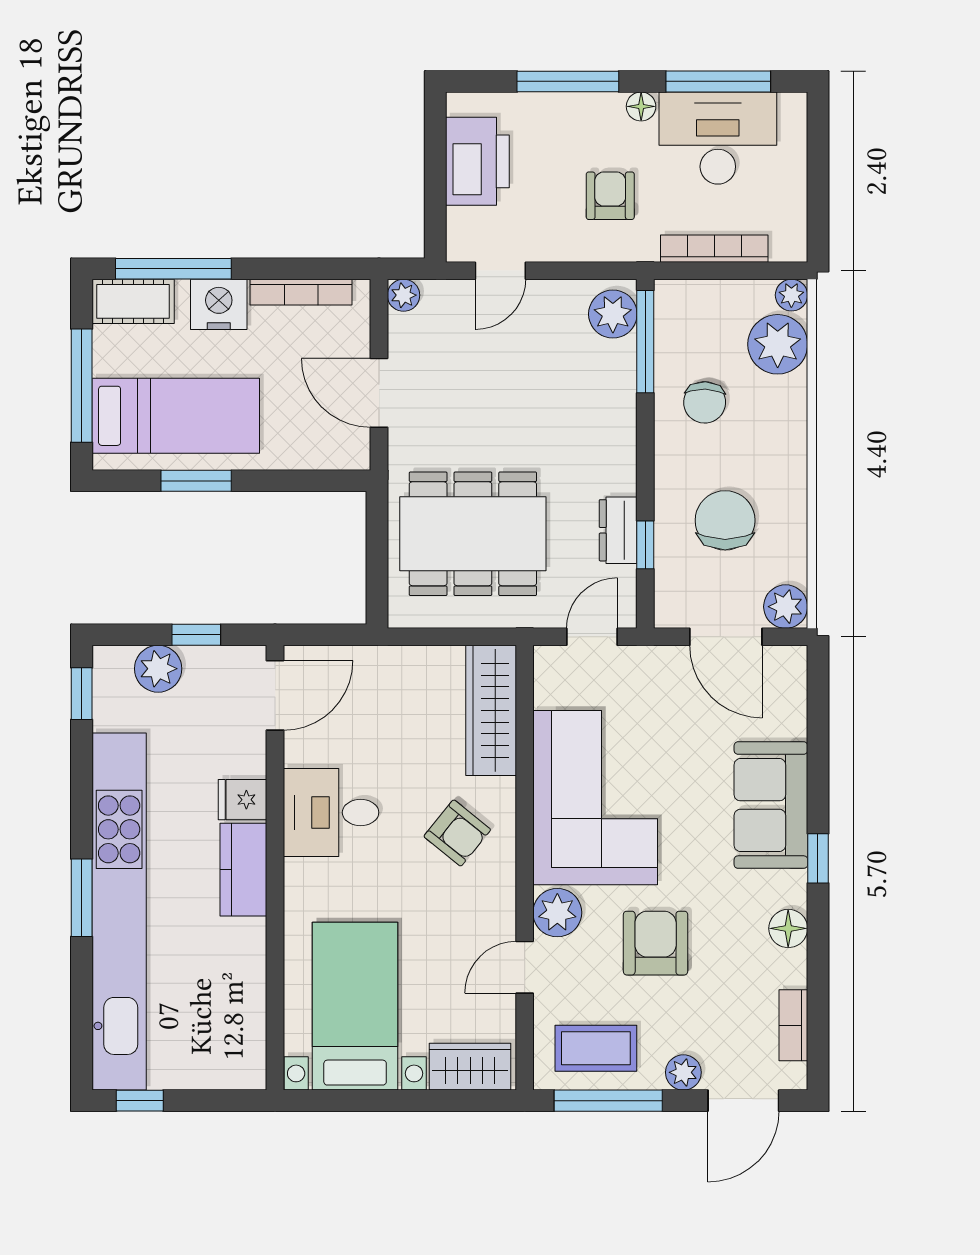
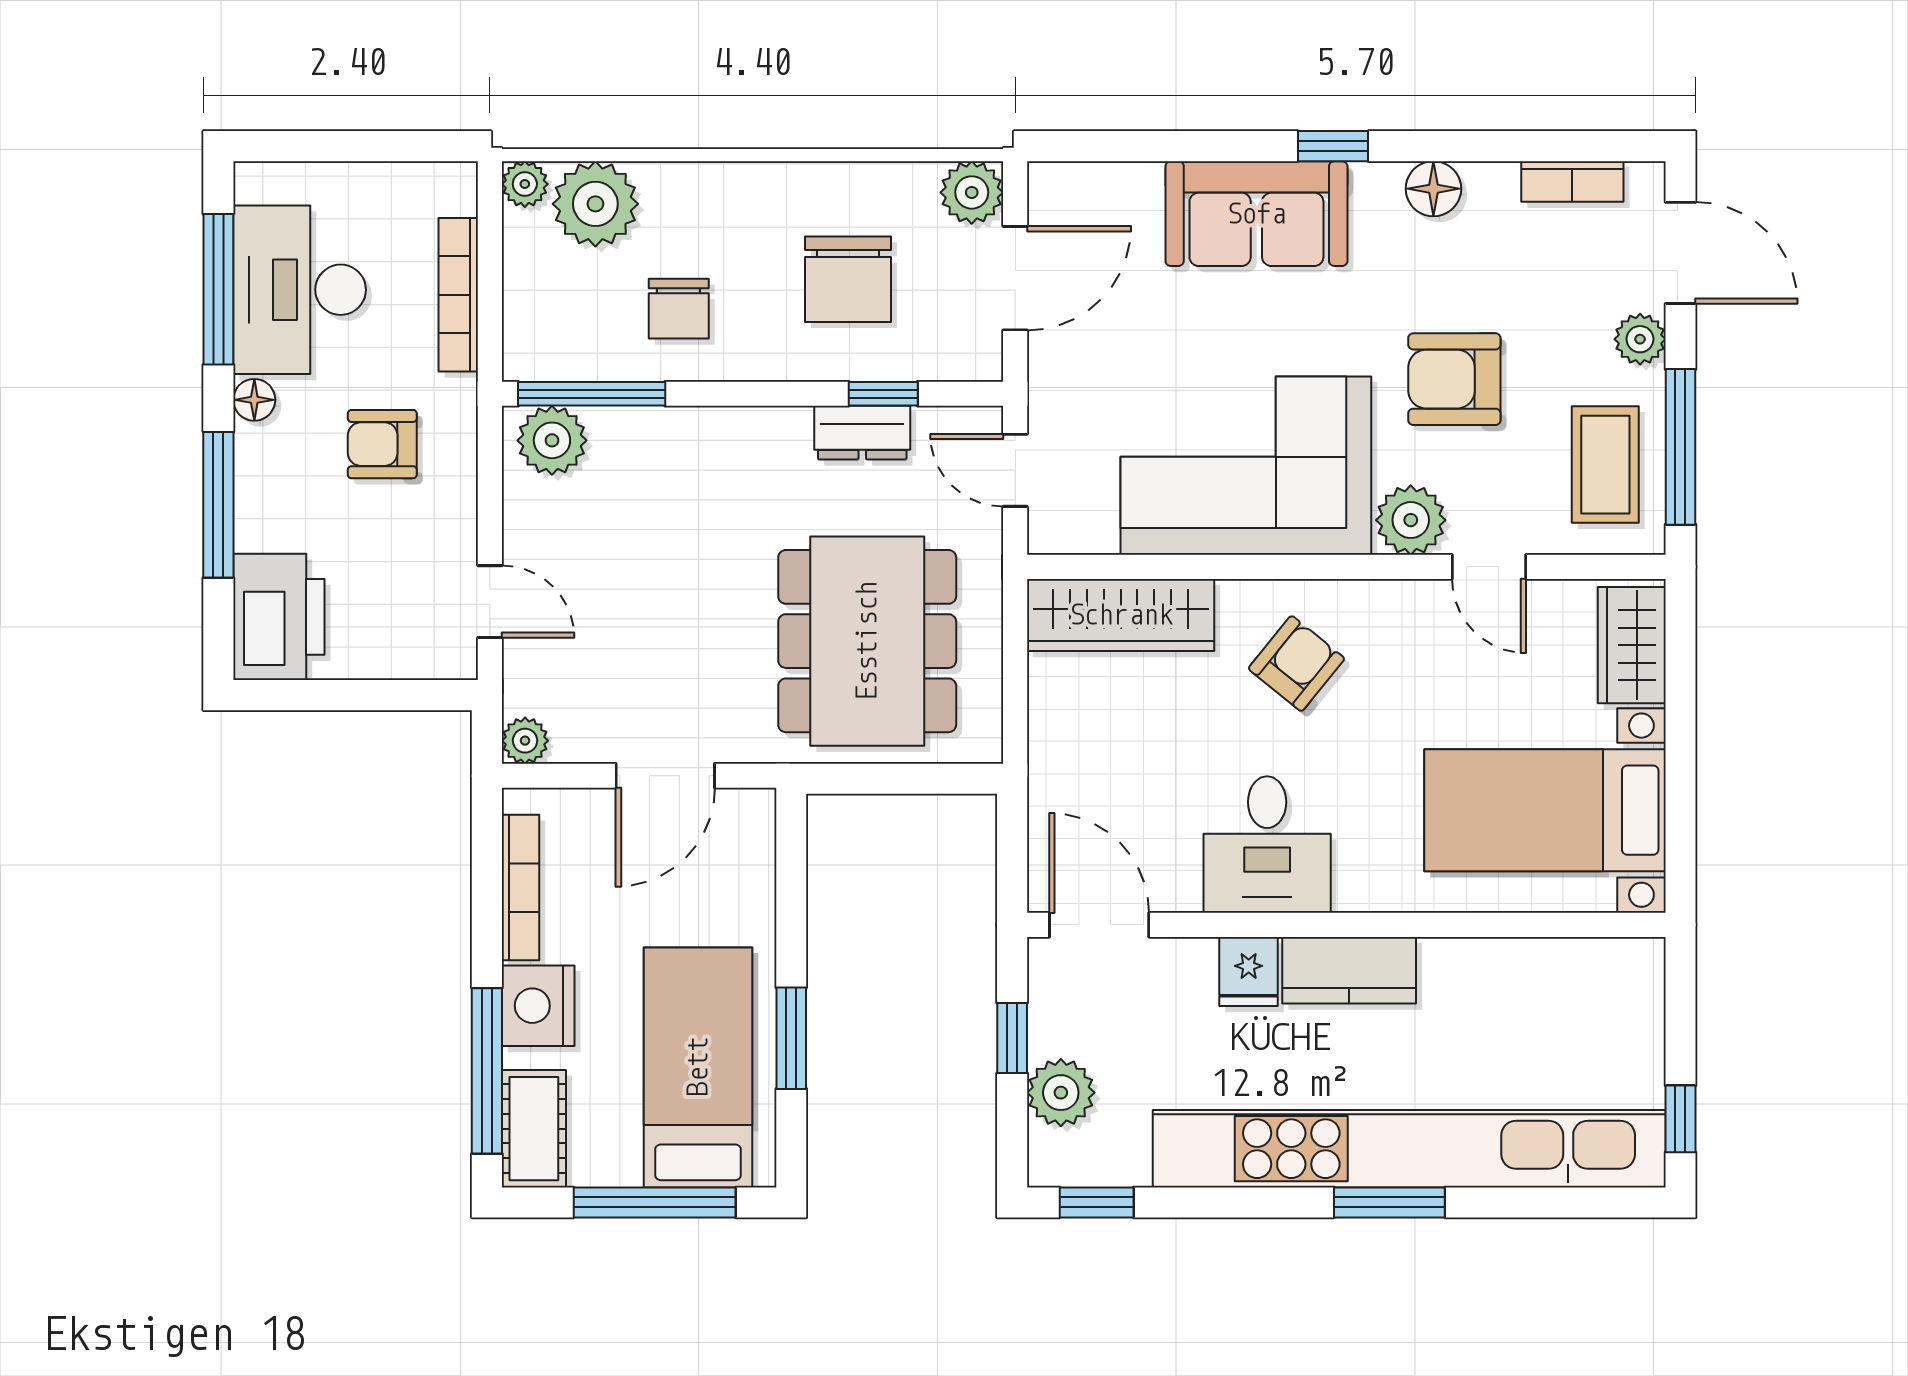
printer: (477, 161) -> (279, 617), moved, turned 90
chair: (705, 402) -> (679, 309), turned 88
chair: (725, 520) -> (848, 279), turned -90

